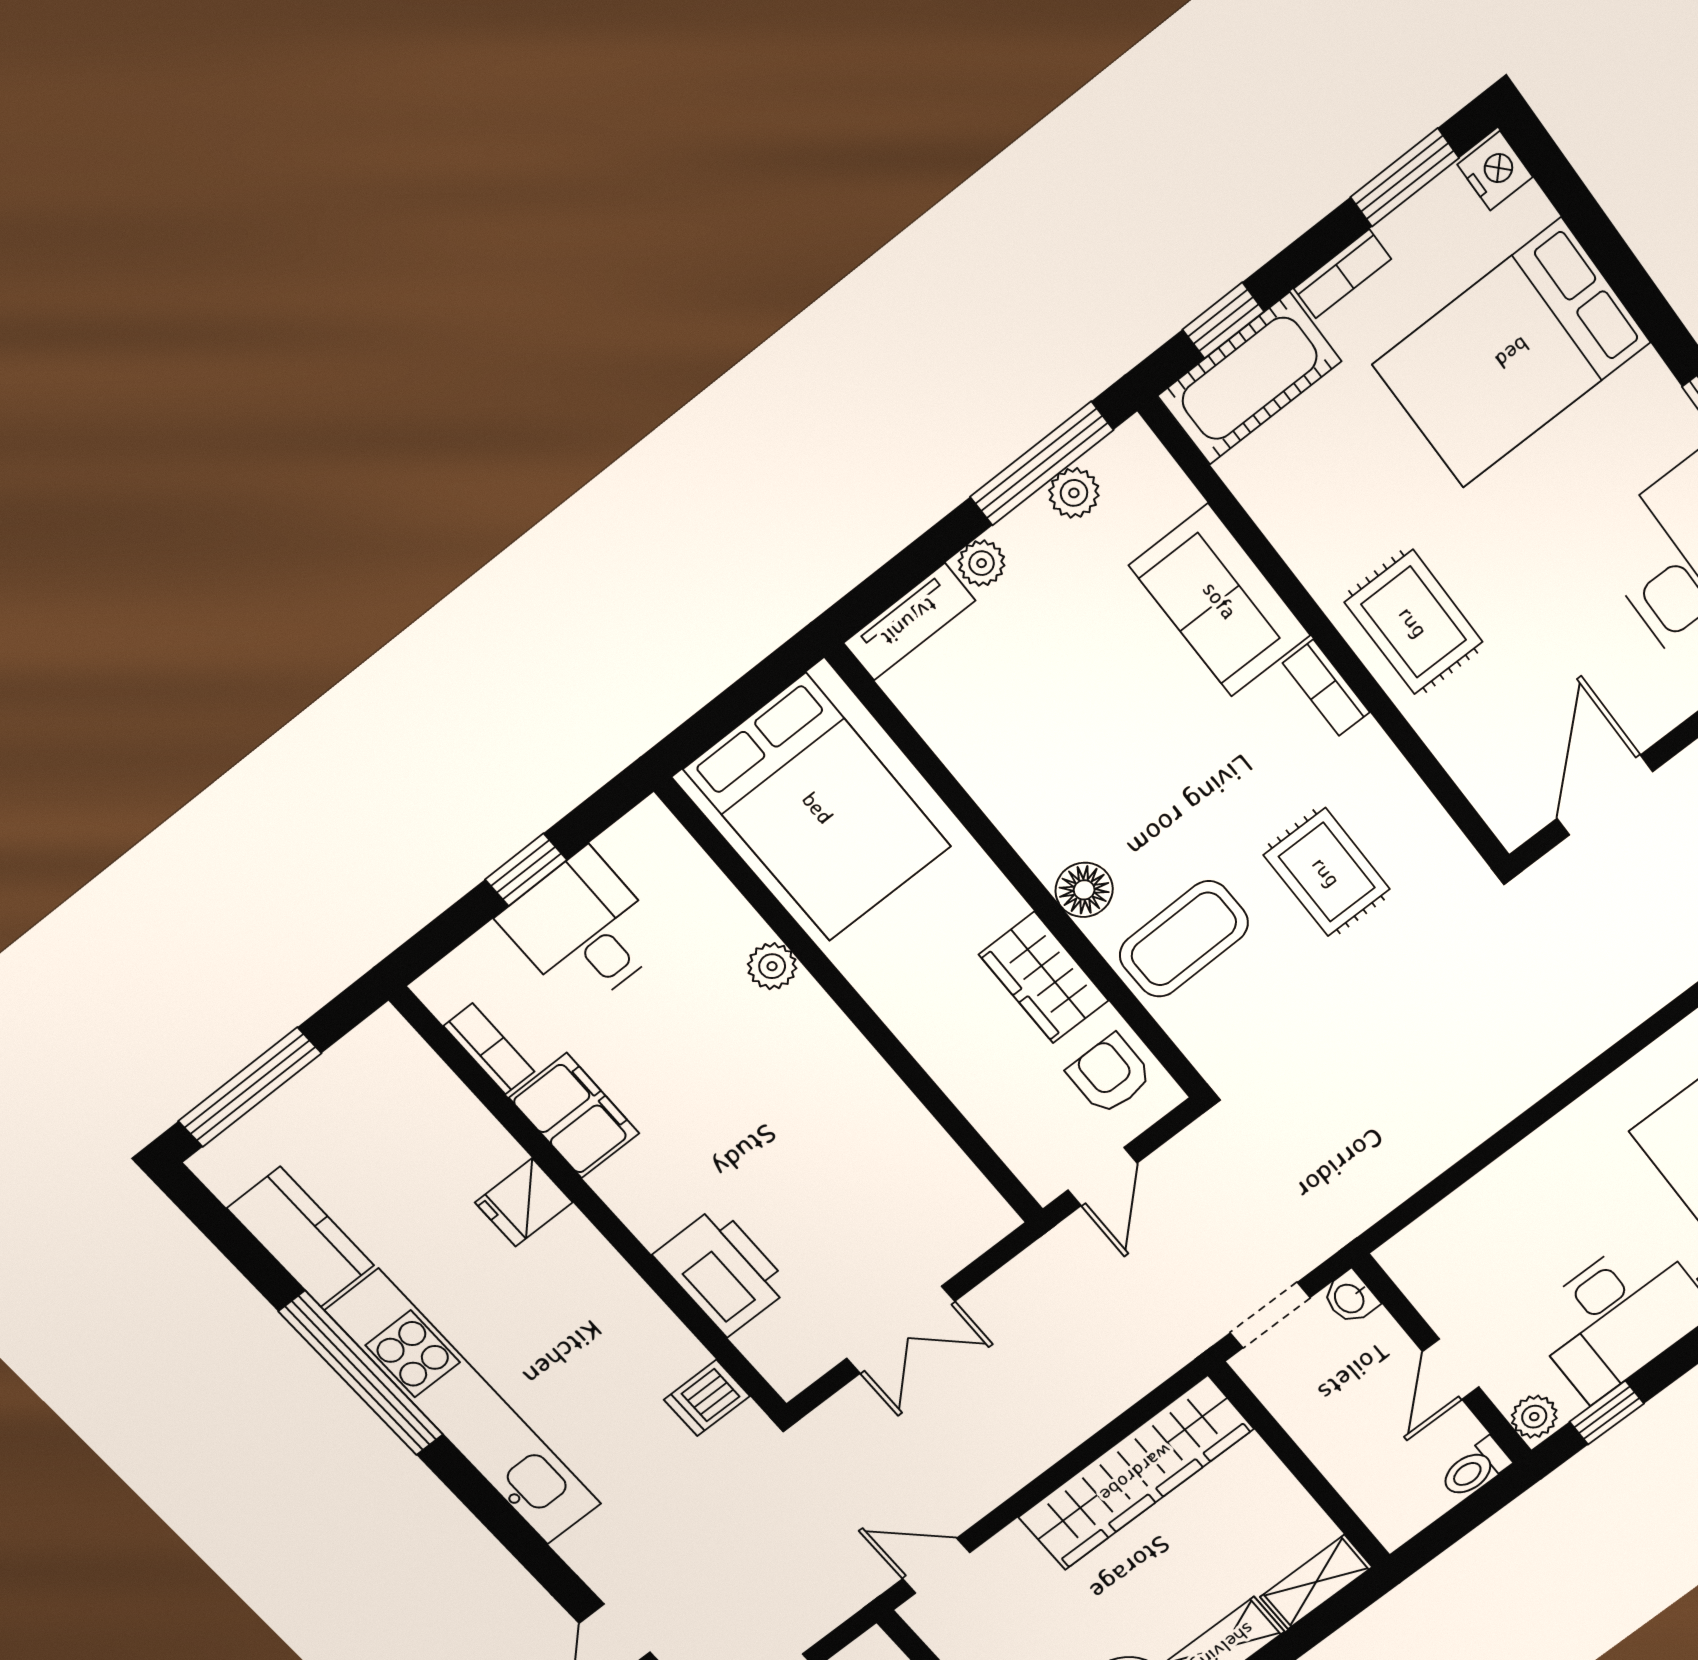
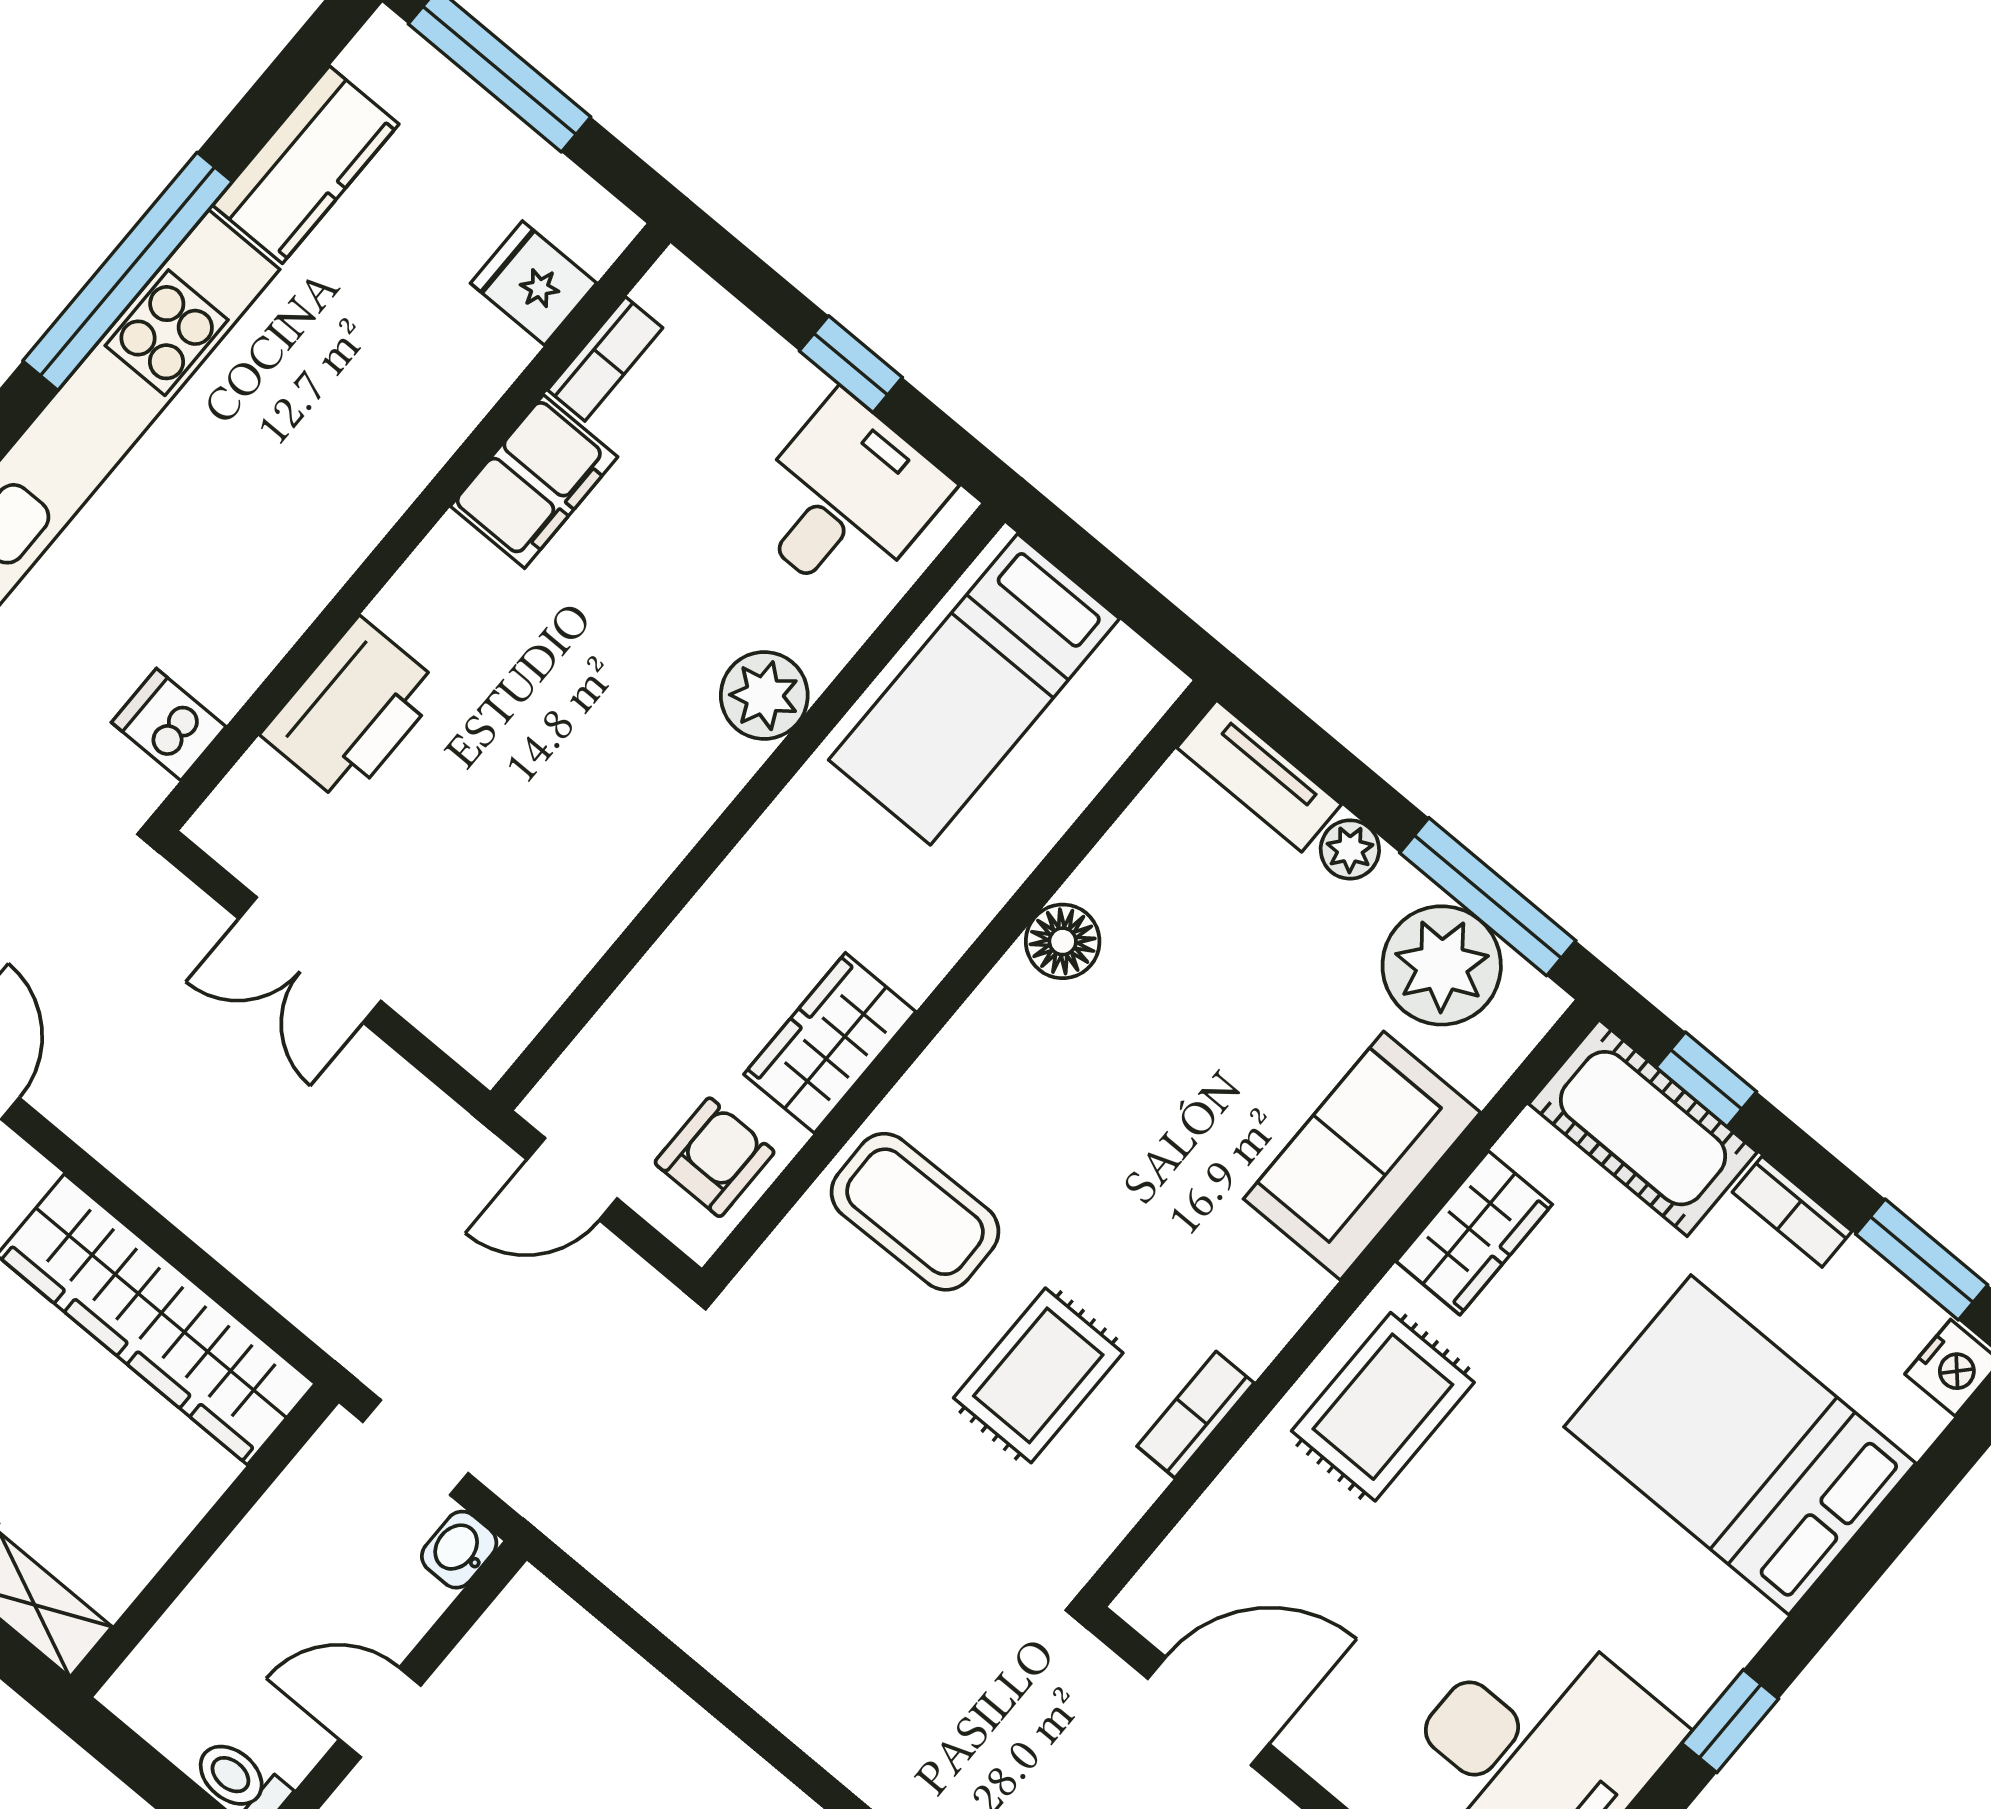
plant: (1074, 493) -> (1442, 965), width x1.88, depth x1.88
wardrobe: (1299, 526) -> (1474, 1233), added
bookcase: (1326, 688) -> (1195, 1415), moved
bed: (818, 808) -> (974, 689), width x0.67
floor lamp: (1084, 890) -> (1063, 941), moved
desk: (584, 930) -> (845, 500), moved
plant: (772, 966) -> (764, 695), width x1.38, depth x1.38
fridge: (524, 1202) -> (534, 283), moved

